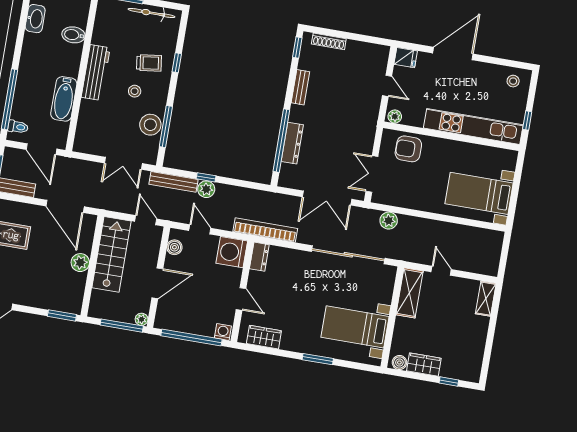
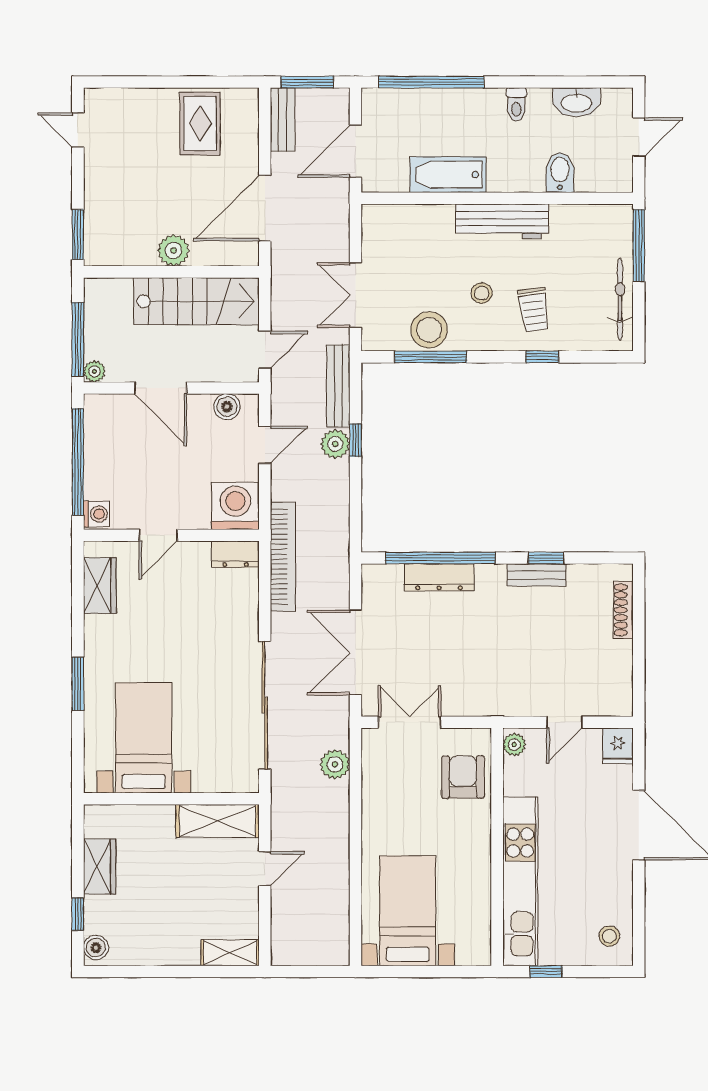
window: (297, 48) -> (546, 558), moved
toilet: (18, 127) -> (516, 105), moved
boiler: (399, 363) -> (96, 948), moved

